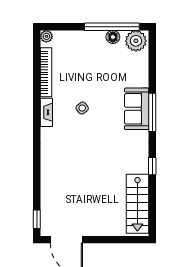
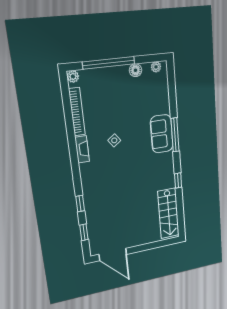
window: (112, 27) -> (109, 63), moved
plant: (136, 41) -> (156, 67), width x0.53, depth x0.53
window: (37, 172) -> (80, 204), added
window: (37, 219) -> (84, 232), moved

